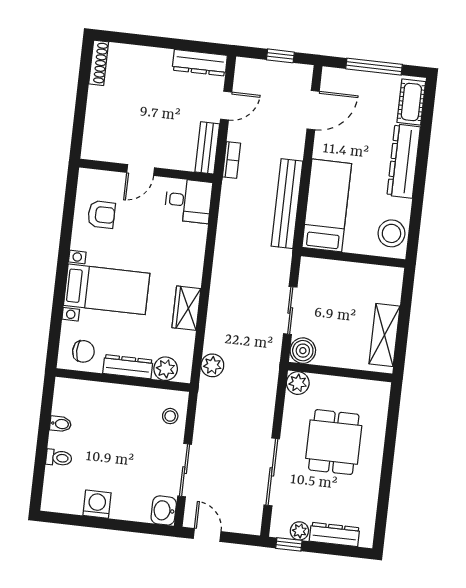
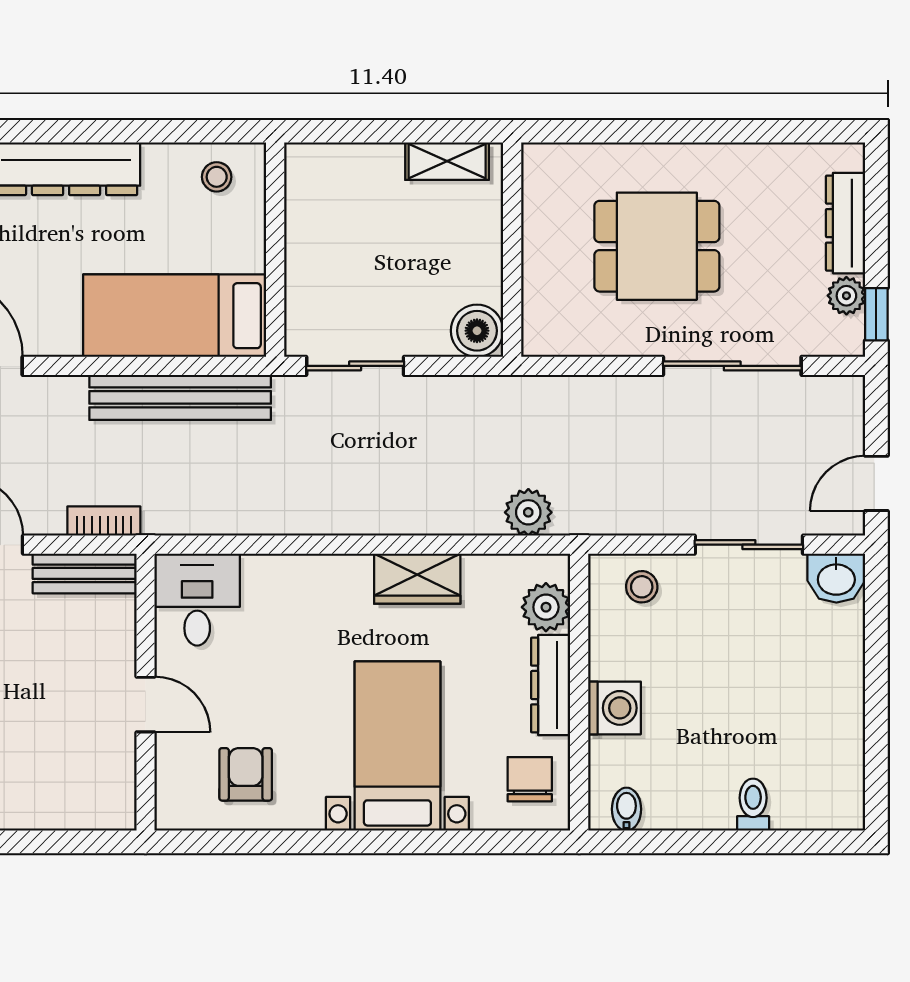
stool: (391, 233) -> (217, 177), width x0.53, depth x0.53
sliding door: (290, 310) -> (355, 366), moved
shelving: (384, 335) -> (447, 161), width x0.67, depth x0.75
plant: (298, 383) -> (544, 334), removed
bidet: (60, 424) -> (626, 809), moved
washing machine: (97, 504) -> (614, 708), moved, turned 180

